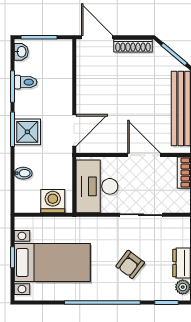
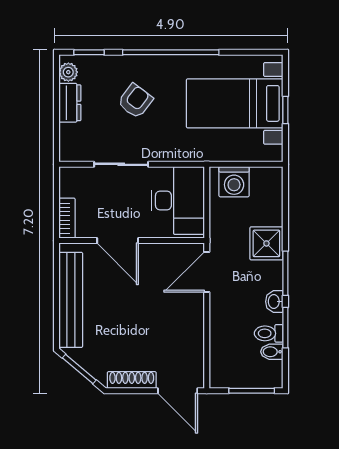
washbasin: (21, 52) -> (274, 302), moved
shower: (27, 132) -> (266, 243), moved
bidet: (23, 173) -> (272, 352), moved

